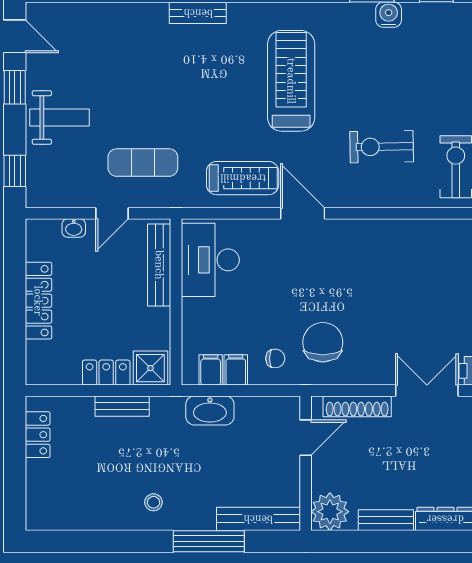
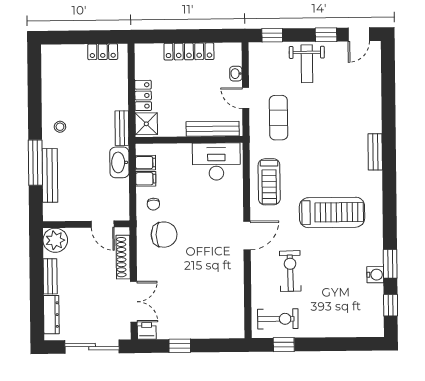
door: (303, 213) -> (247, 235), moved
bench: (122, 406) -> (122, 128), moved
bench: (258, 519) -> (50, 175), moved

